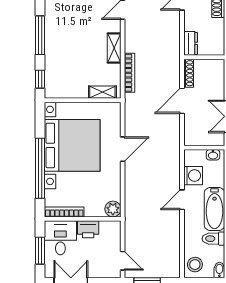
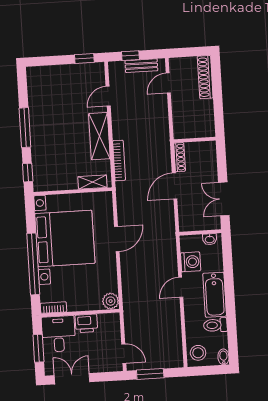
dresser: (191, 43) -> (180, 127), removed
shelving: (114, 48) -> (99, 136), width x1.50, depth x1.33
bookcase: (64, 212) -> (54, 308), width x0.64

